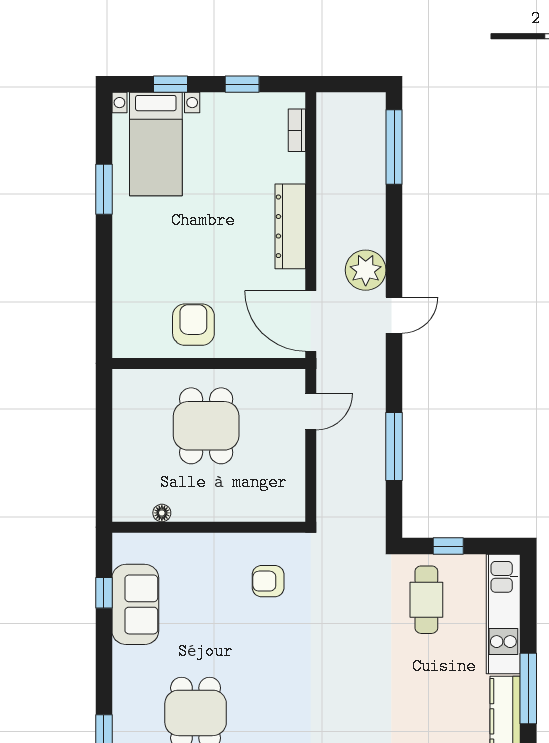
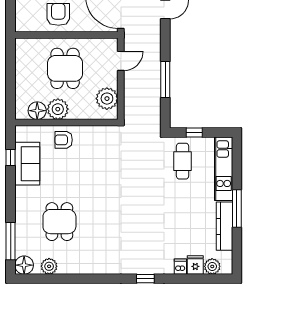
plant: (285, 482) -> (107, 99), added
plant: (193, 502) -> (58, 109), added
floor lamp: (162, 513) -> (37, 111), width x1.89, depth x1.89
armchair: (268, 581) -> (64, 140), moved

